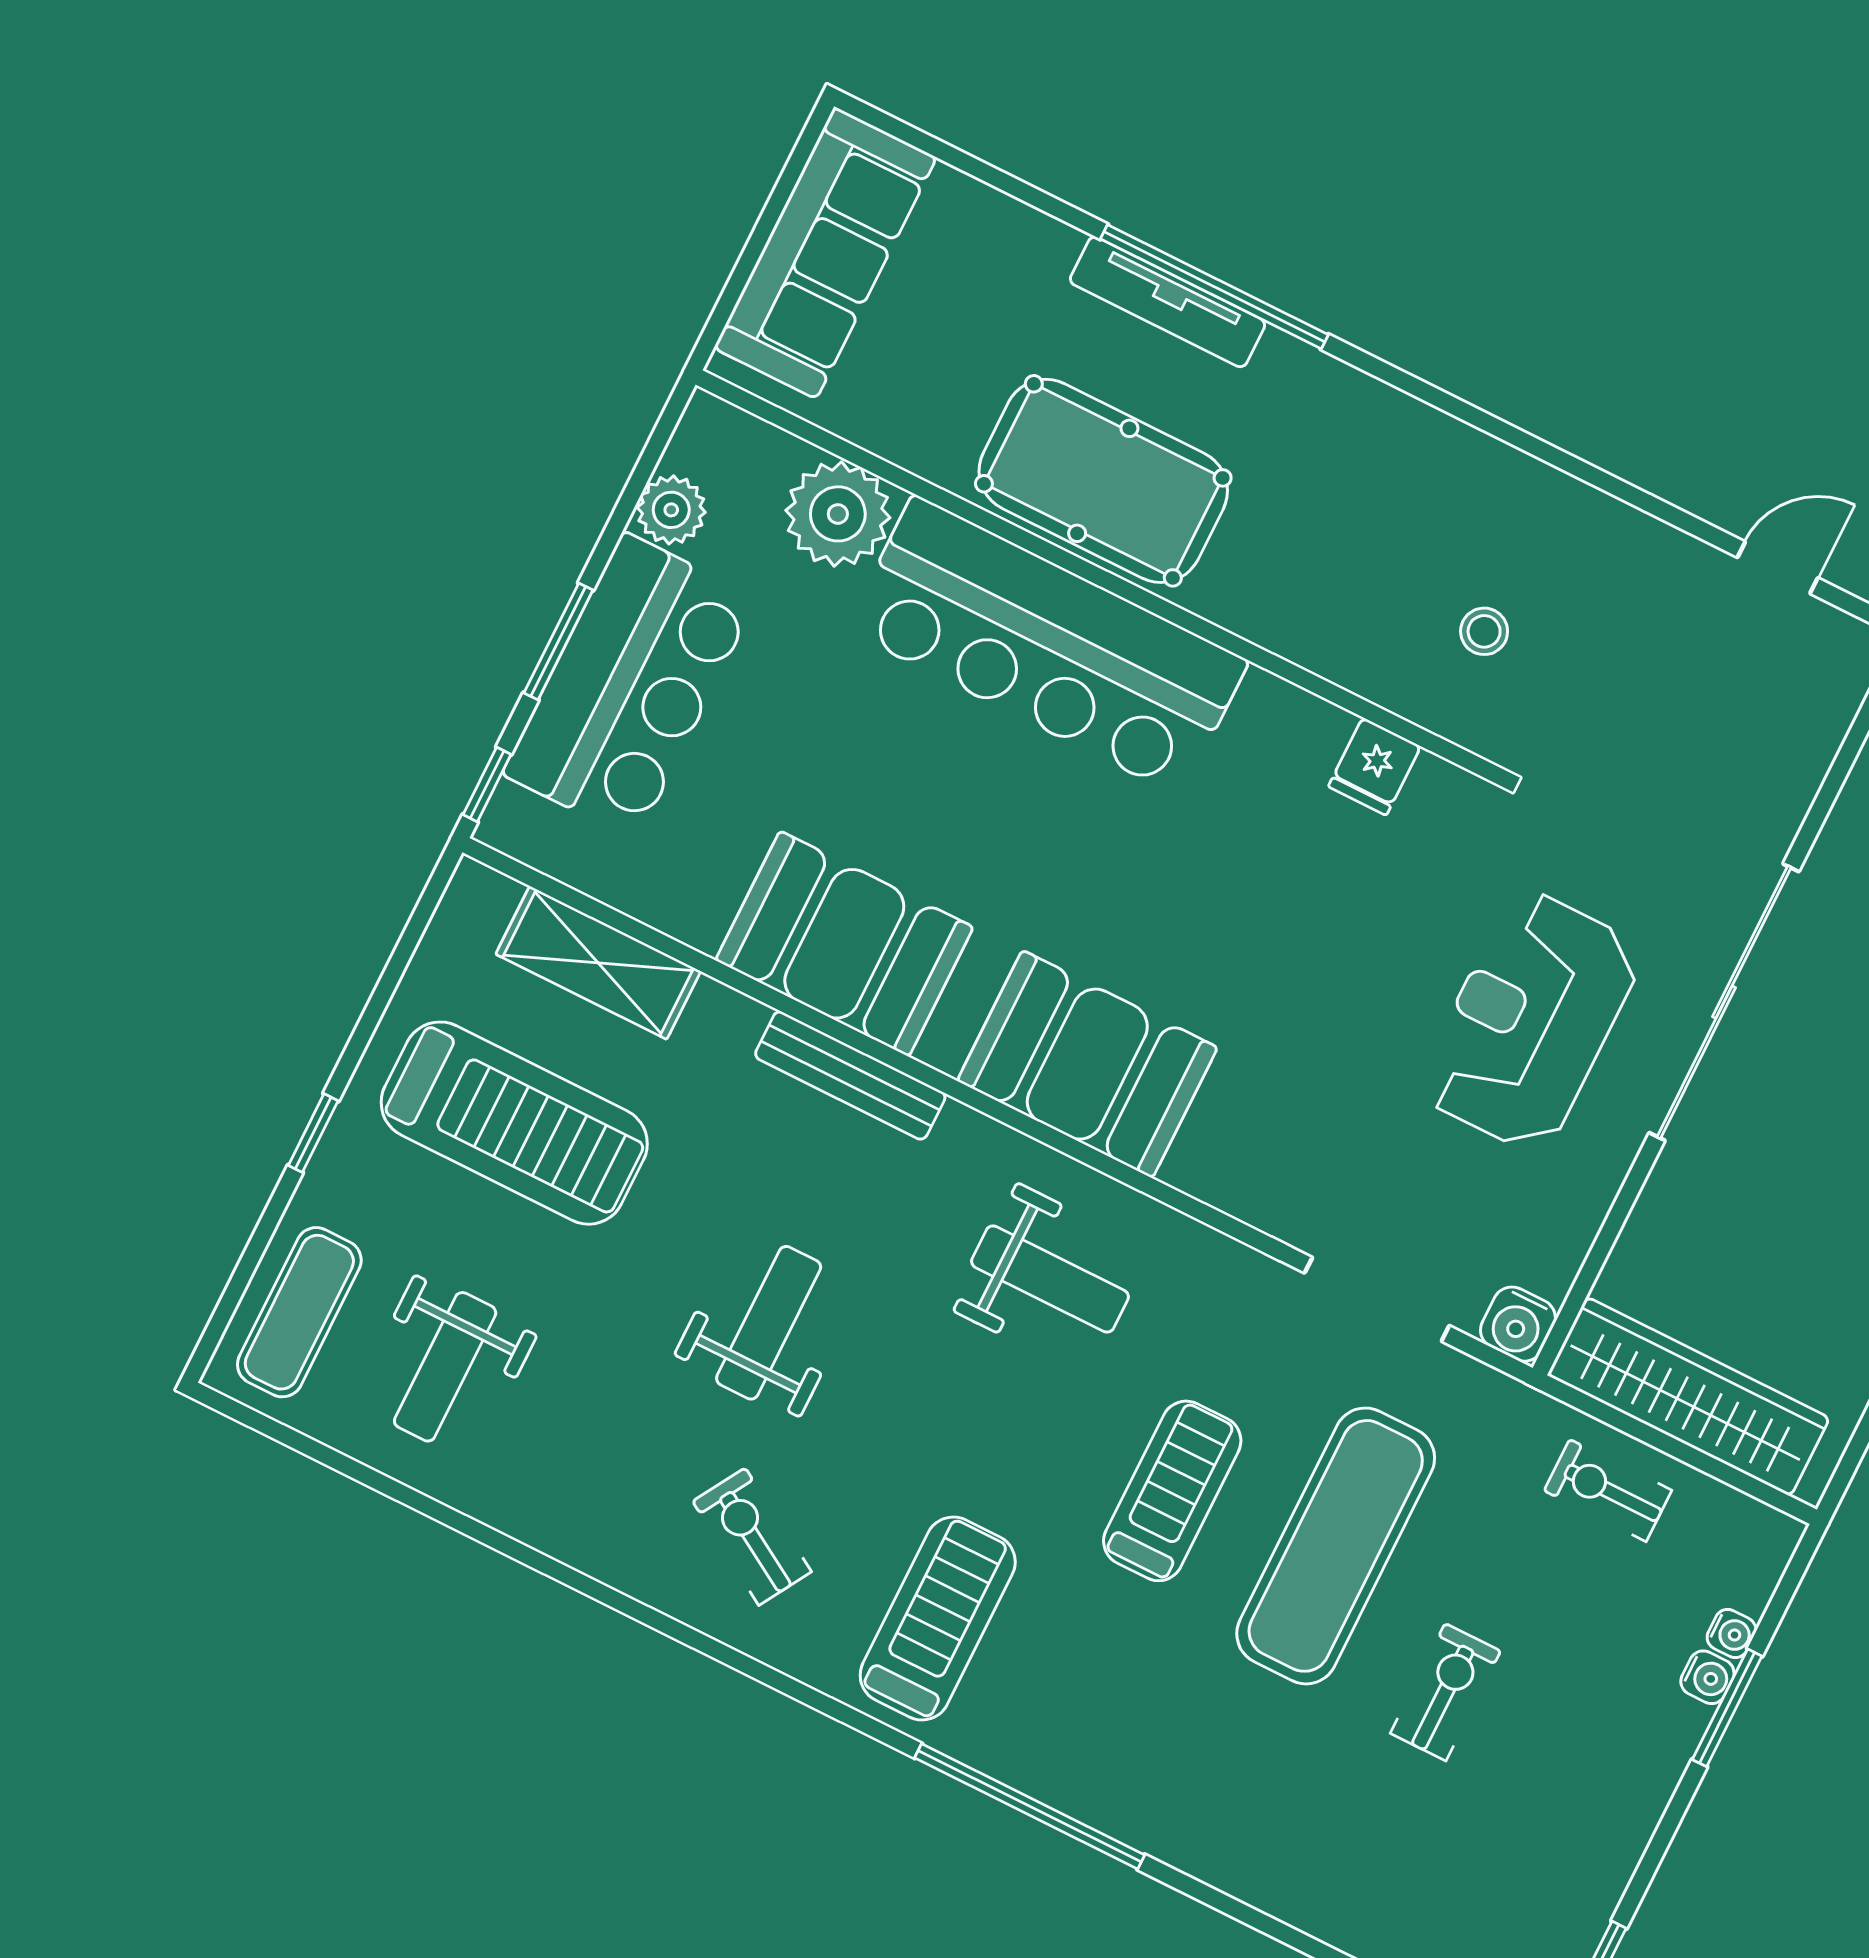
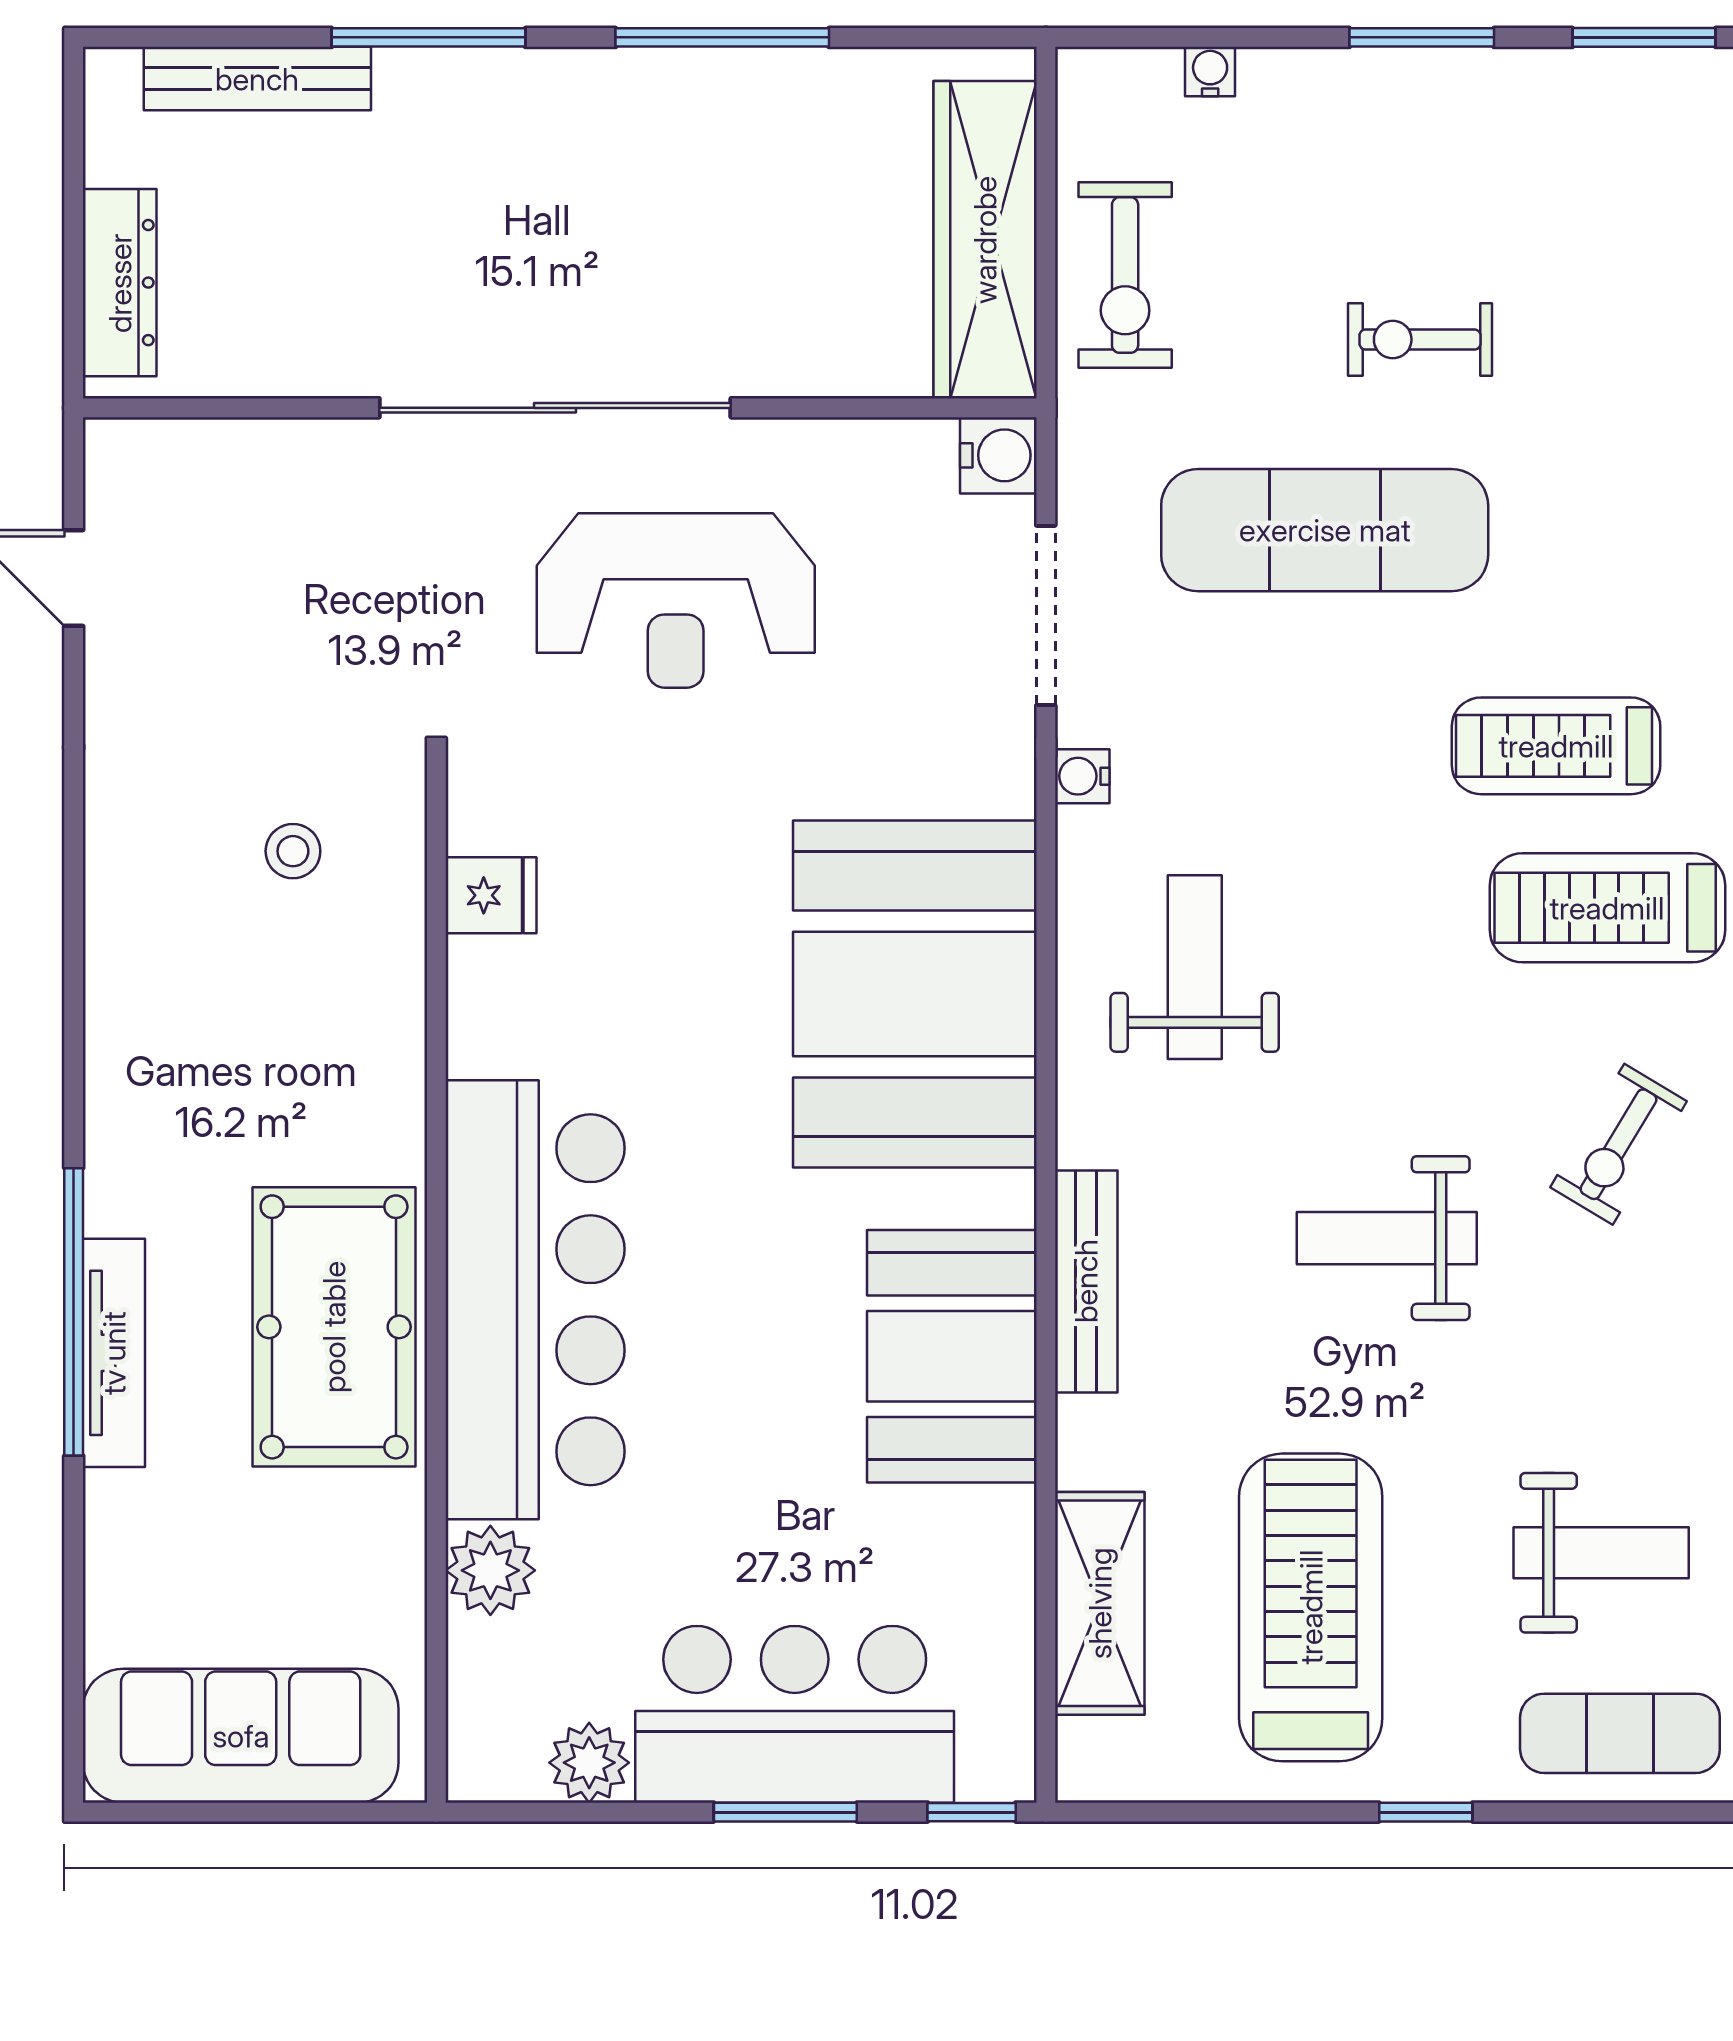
plant: (838, 514) -> (490, 1570), width x0.73, depth x0.73
booth: (1087, 1064) -> (915, 994), width x1.36, depth x1.42
exercise bike: (1608, 1490) -> (1125, 275), width x1.38, depth x1.39
treadmill: (1172, 1491) -> (1556, 746), moved
water cooler: (1707, 1677) -> (1082, 776), moved, turned -90
window: (1727, 1708) -> (1422, 37), moved

